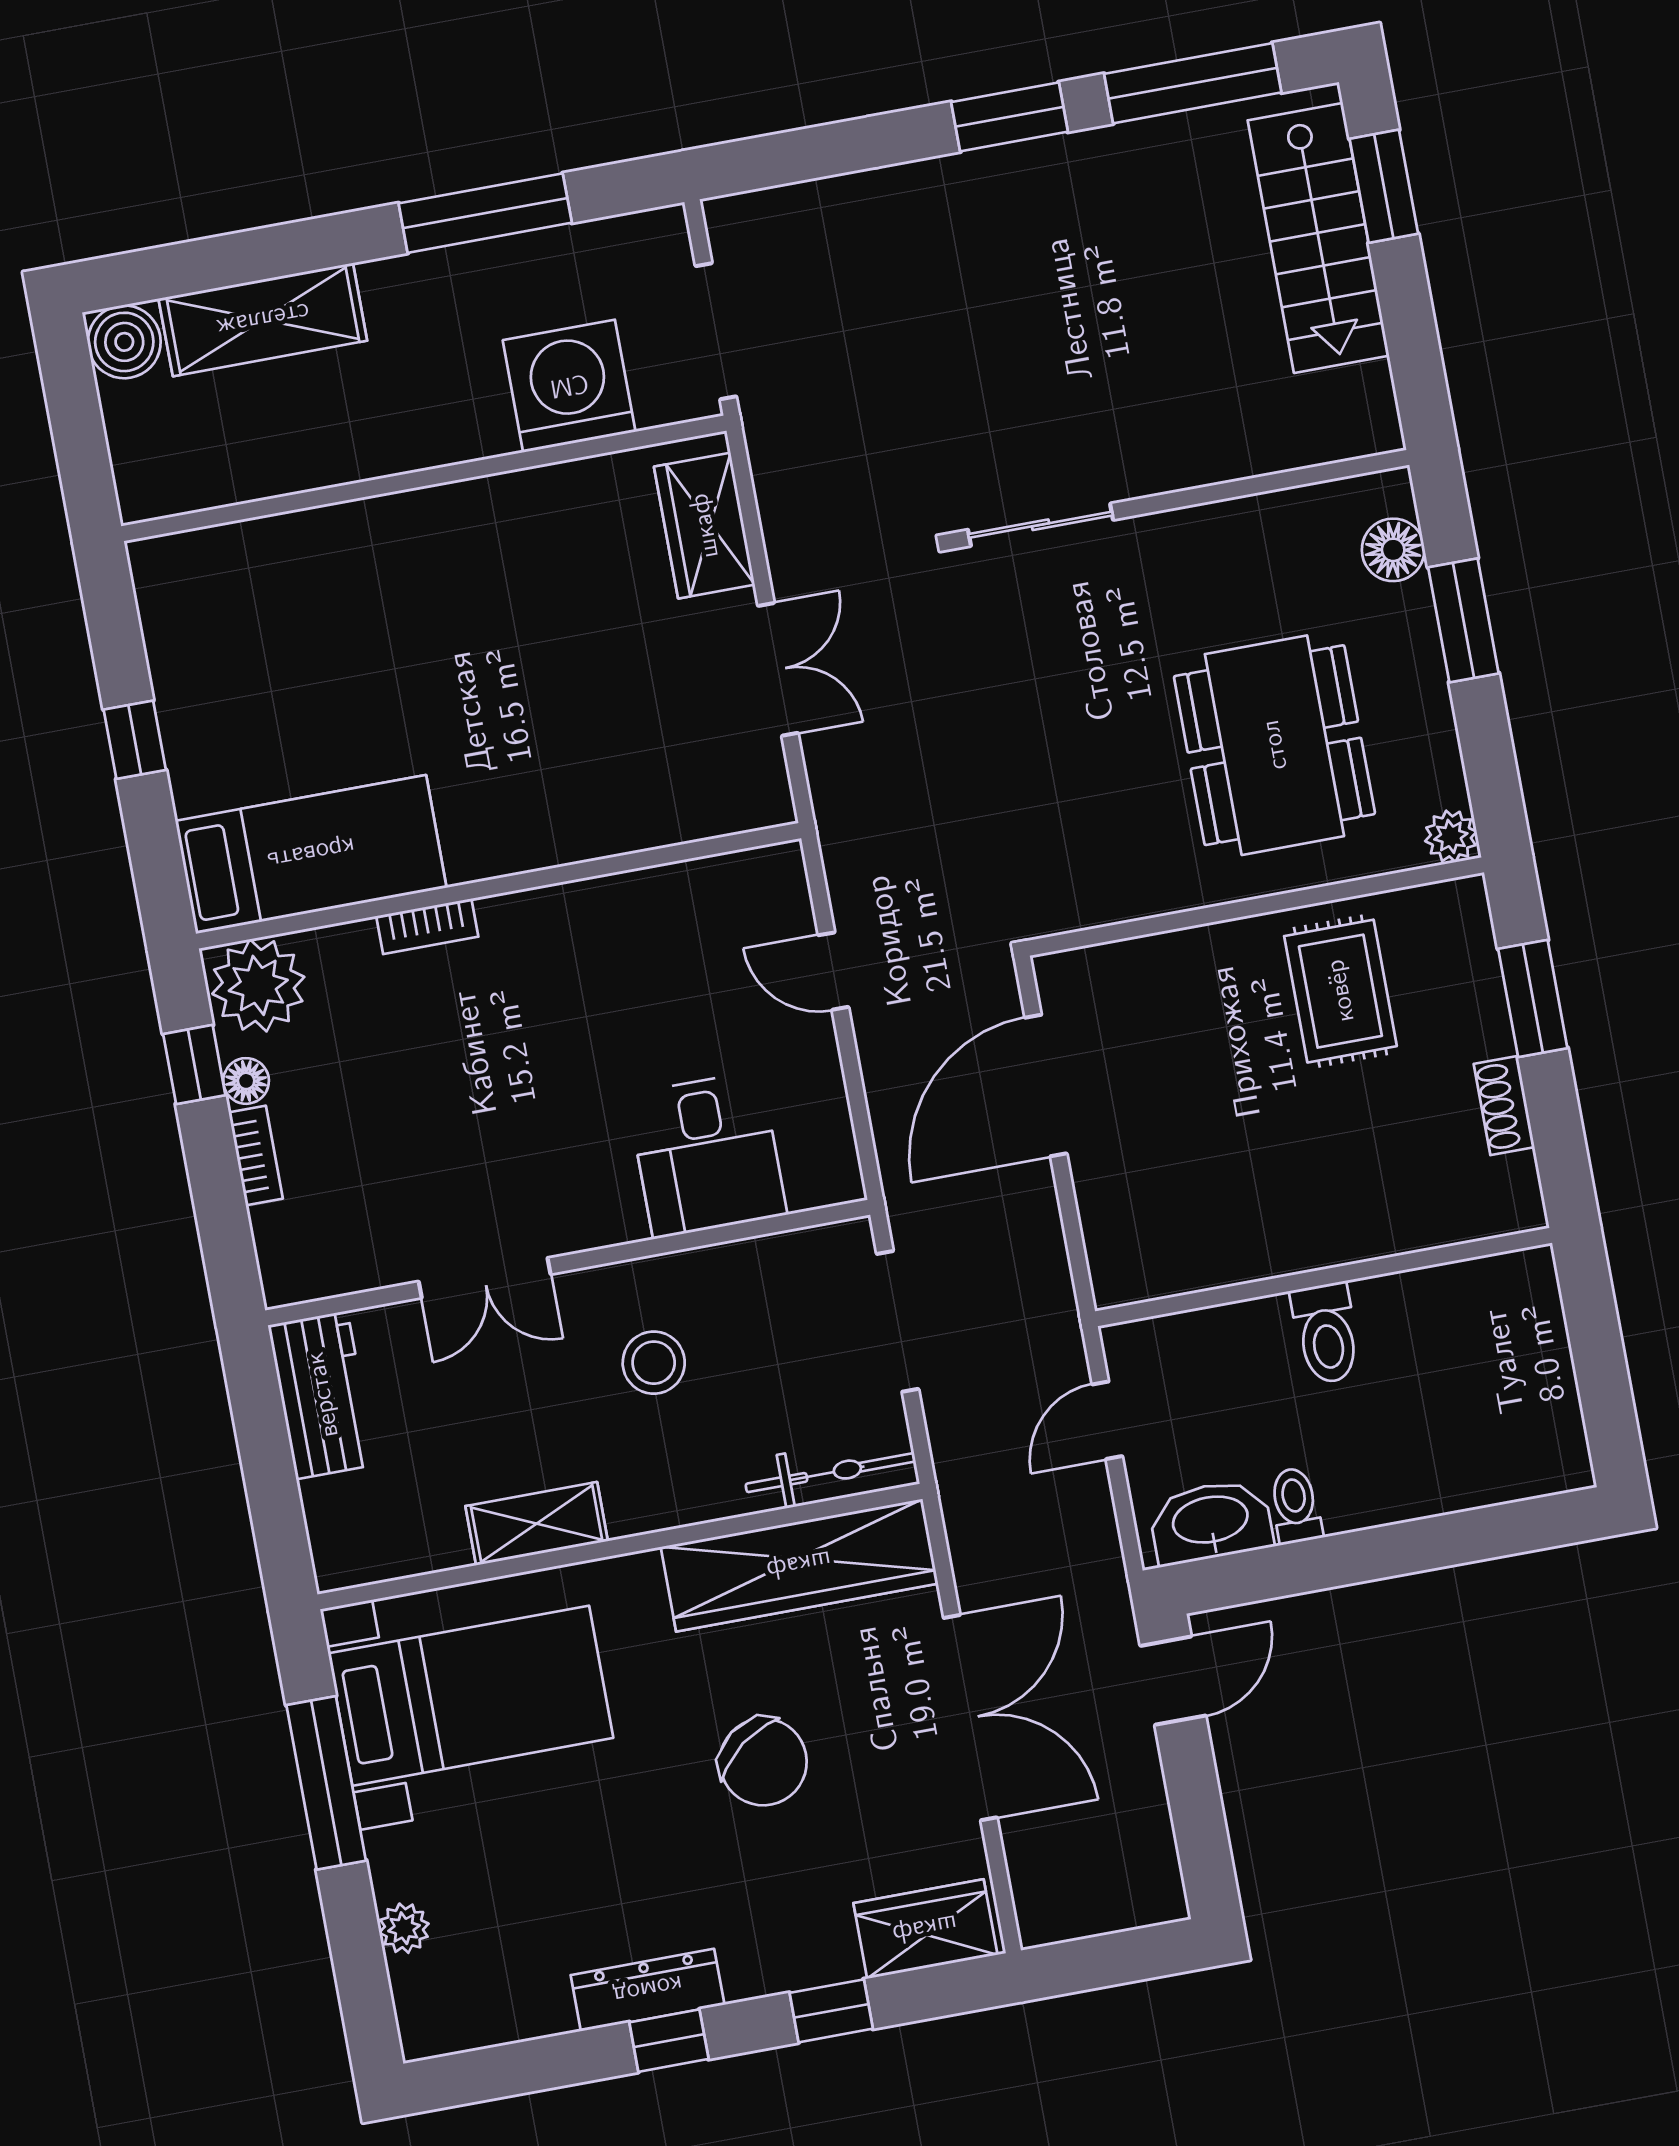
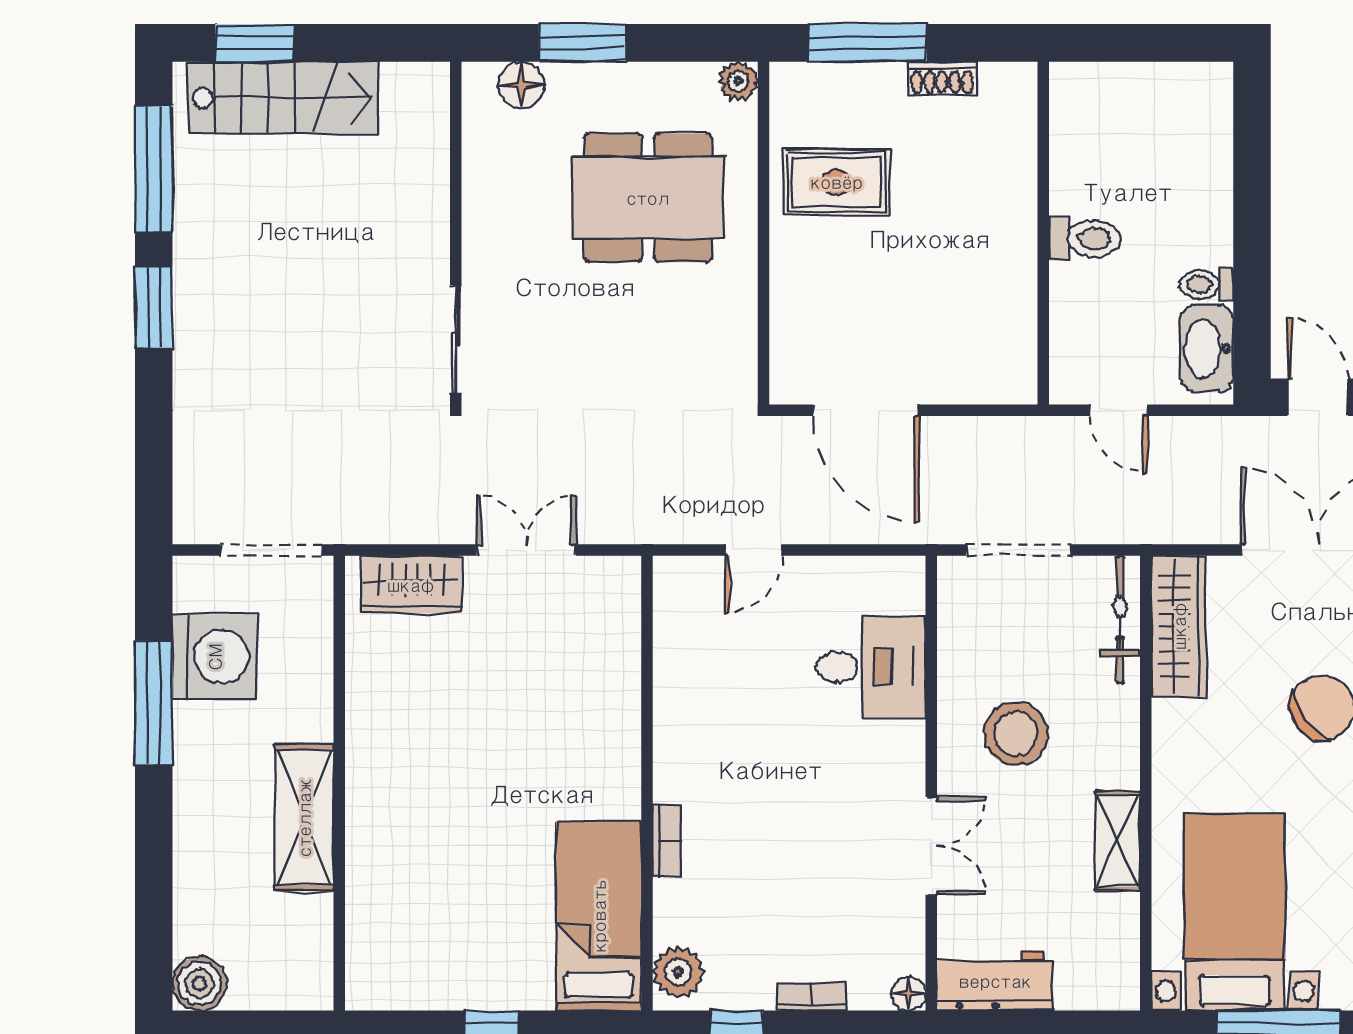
shelving: (263, 320) -> (304, 818), moved
washing machine: (569, 386) -> (215, 657), moved, turned 180
plant: (258, 985) -> (678, 972), width x0.73, depth x0.73
window: (1533, 999) -> (868, 43), width x1.44
floor lamp: (246, 1081) -> (909, 994), moved
stool: (654, 1363) -> (1016, 734), width x1.38, depth x1.38
wardrobe: (799, 1565) -> (1179, 626), width x0.71, depth x0.85

